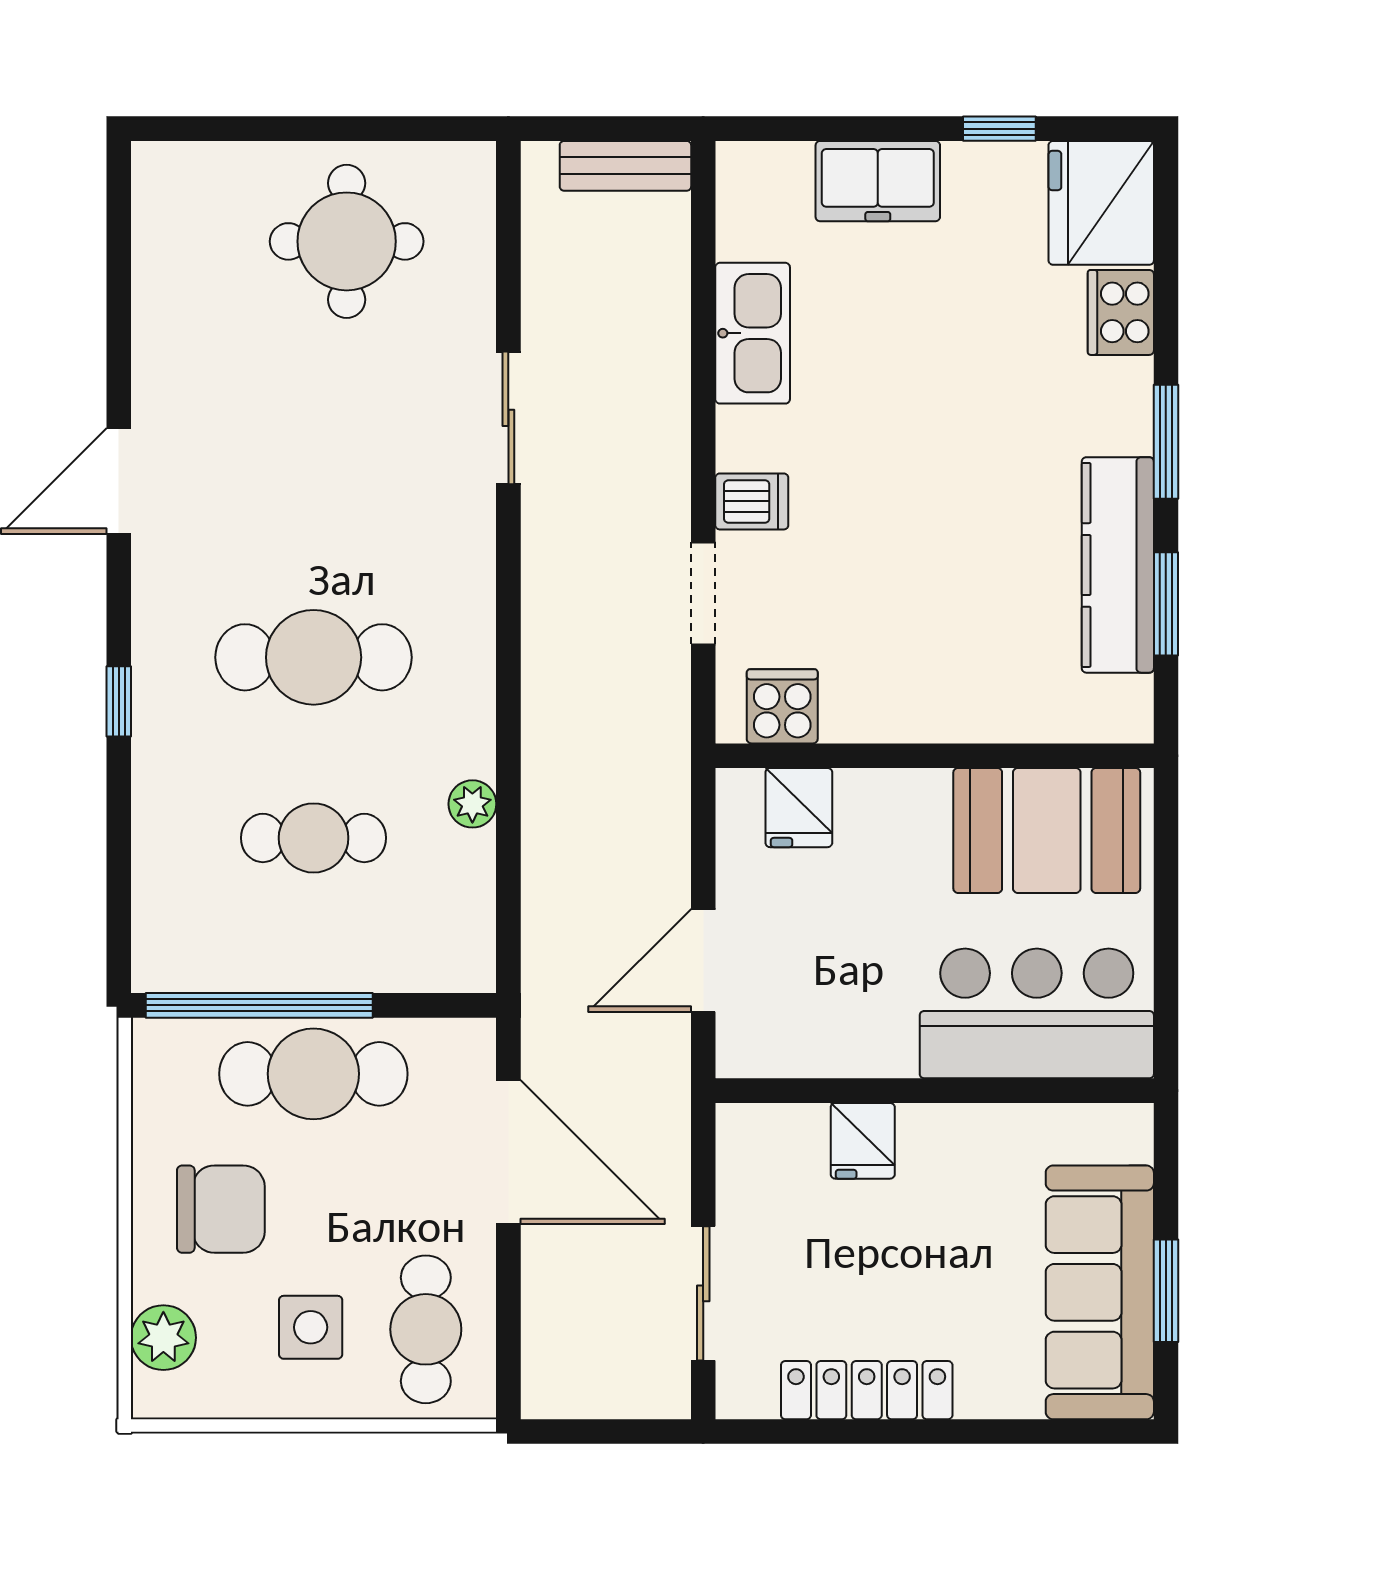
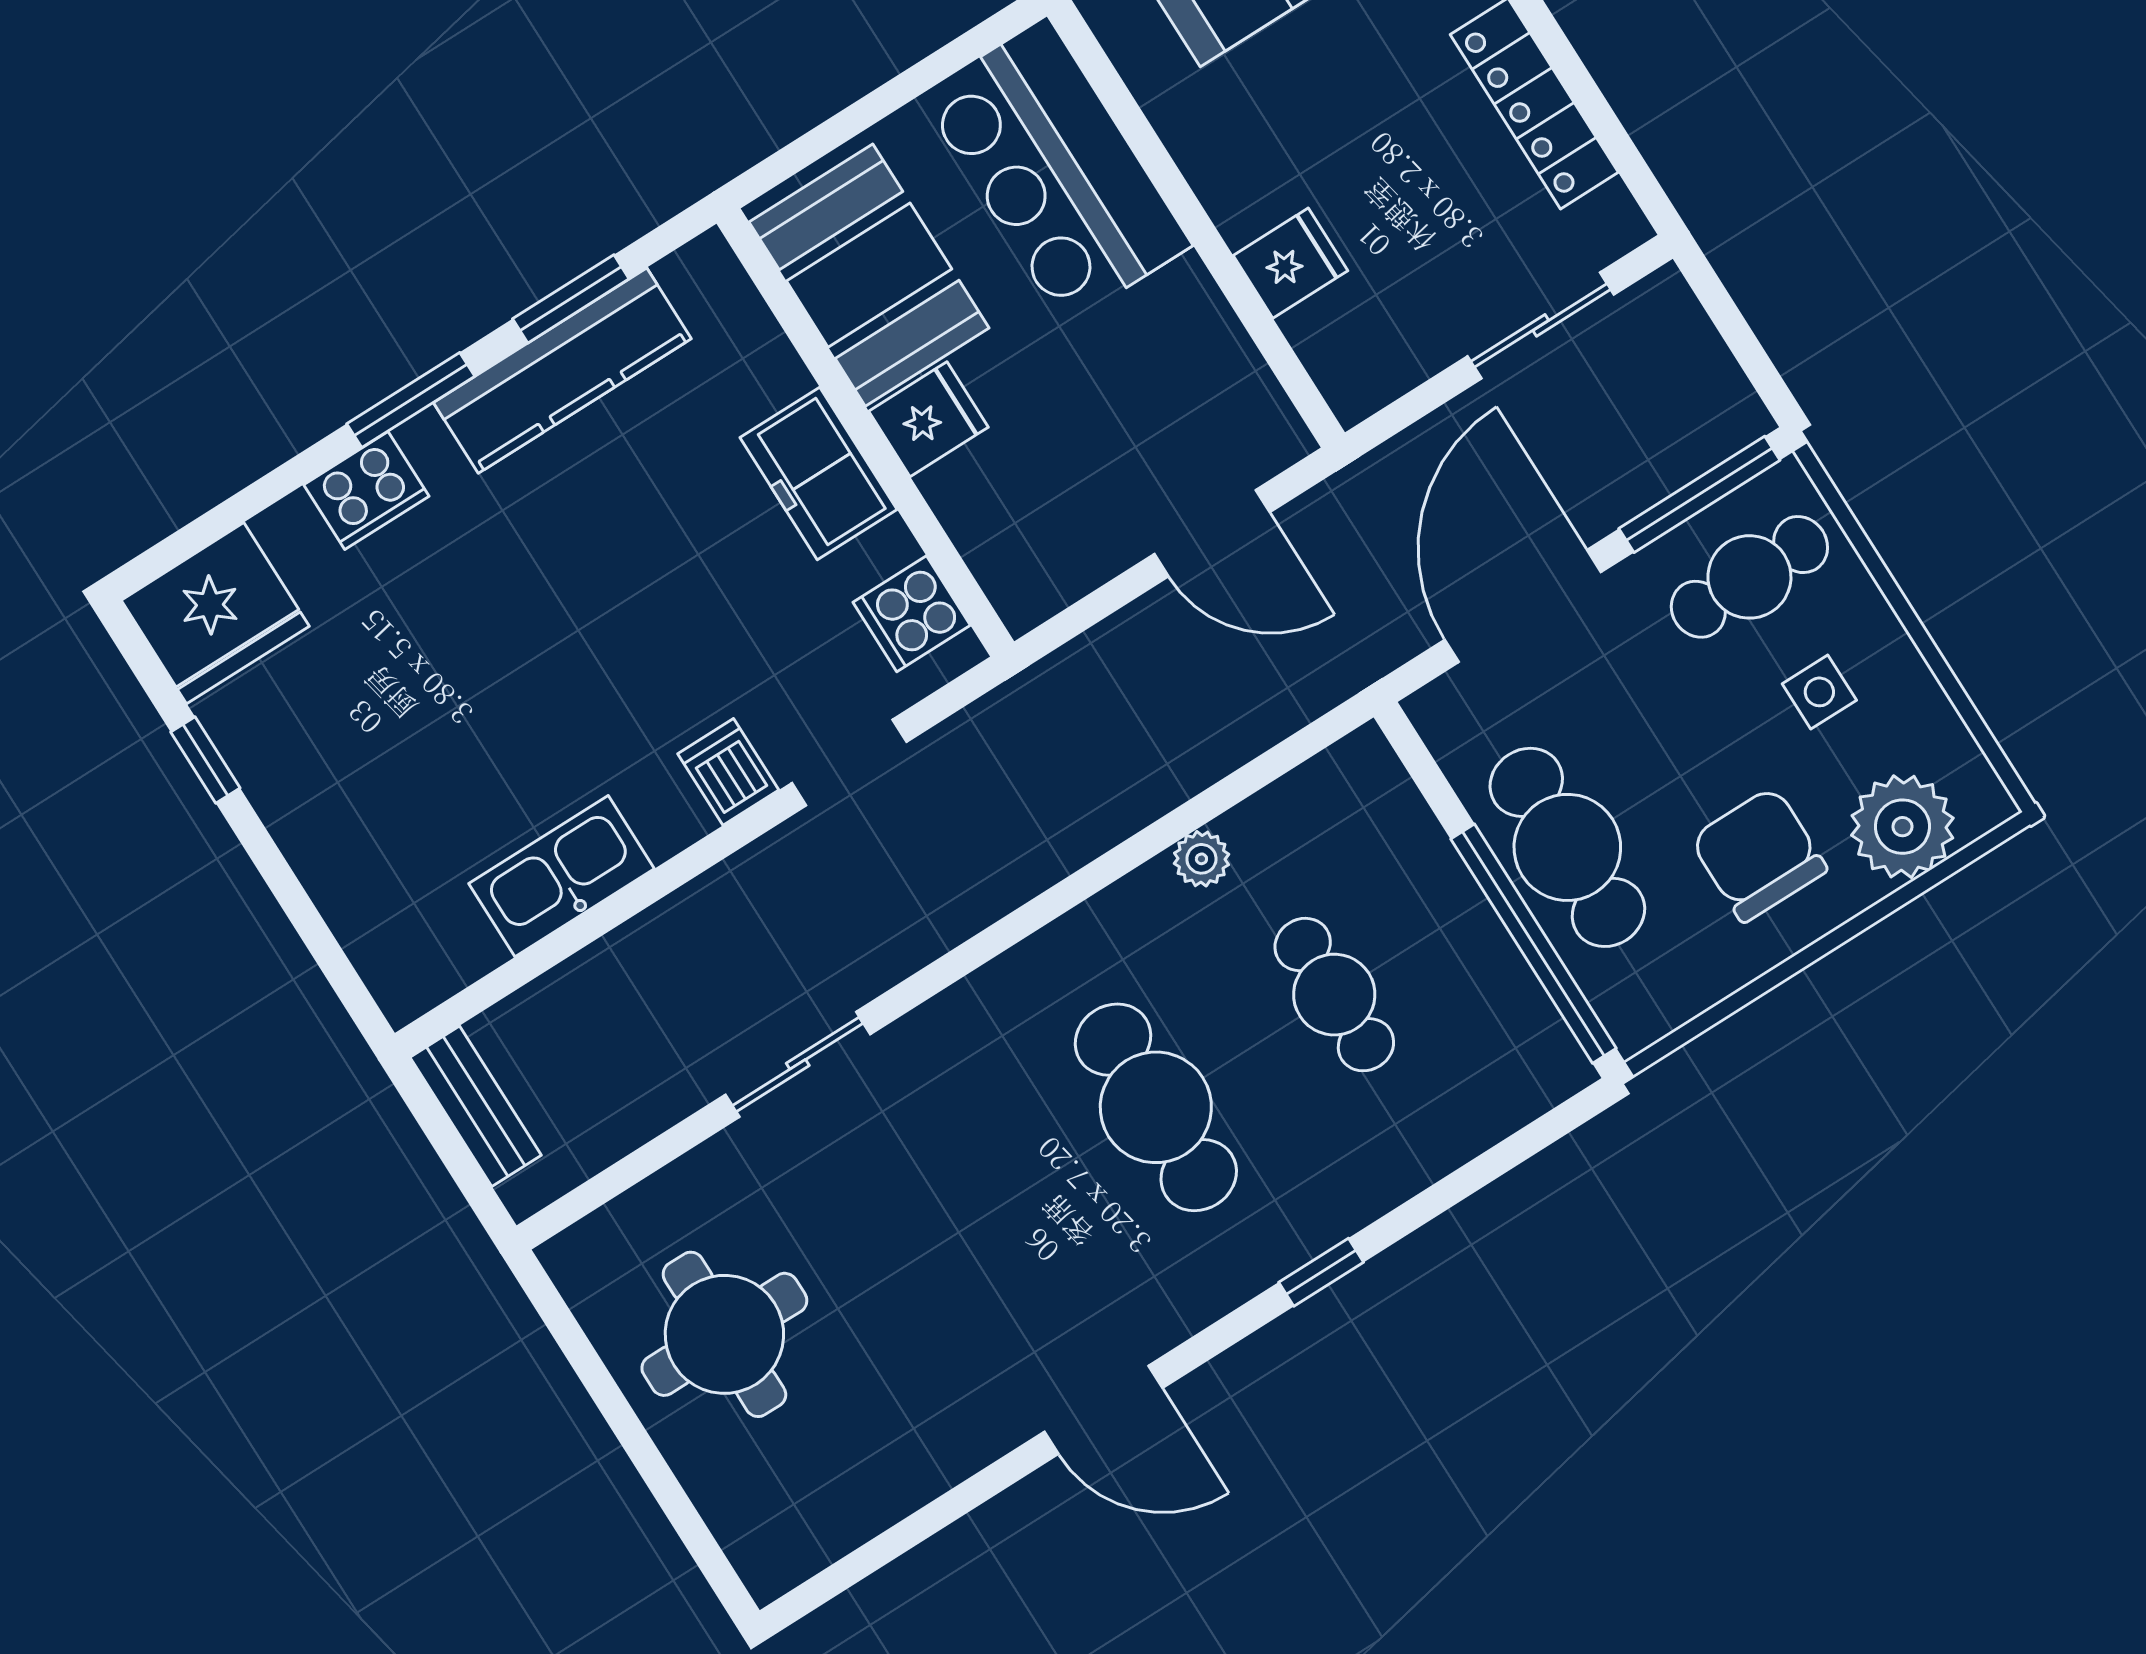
freezer: (878, 181) -> (819, 474), moved, turned 180
cooker: (1121, 312) -> (366, 490), moved
fridge: (799, 808) -> (929, 419), moved
side table: (311, 1327) -> (1819, 692), width x0.73, depth x0.73
window: (508, 1331) -> (1699, 494), added
plant: (163, 1338) -> (1902, 827), width x1.36, depth x1.36

